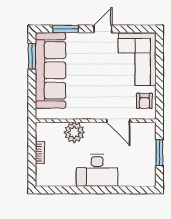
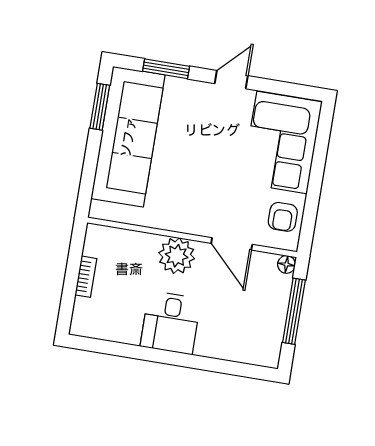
floor lamp: (151, 127) -> (286, 264), added
plant: (74, 132) -> (177, 256), moved
window: (159, 153) -> (294, 311), width x1.44
desk: (97, 170) -> (171, 323), width x0.73

